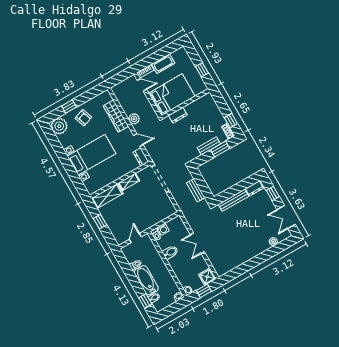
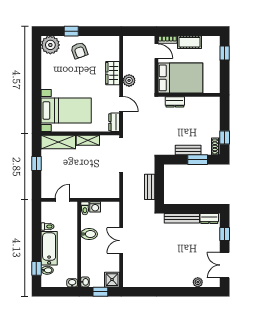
window: (202, 70) -> (225, 53), moved
wardrobe: (116, 116) -> (113, 73), width x0.67
bed with nightstands: (91, 155) -> (66, 110), moved

